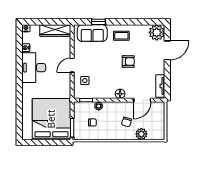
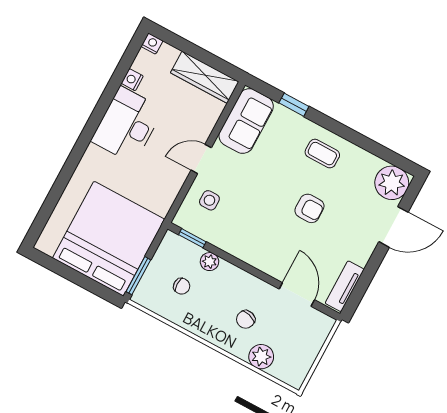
sofa: (92, 33) -> (246, 121), moved, turned -90
floor lamp: (120, 94) -> (262, 260), removed
door: (142, 100) -> (297, 294), swing flipped

